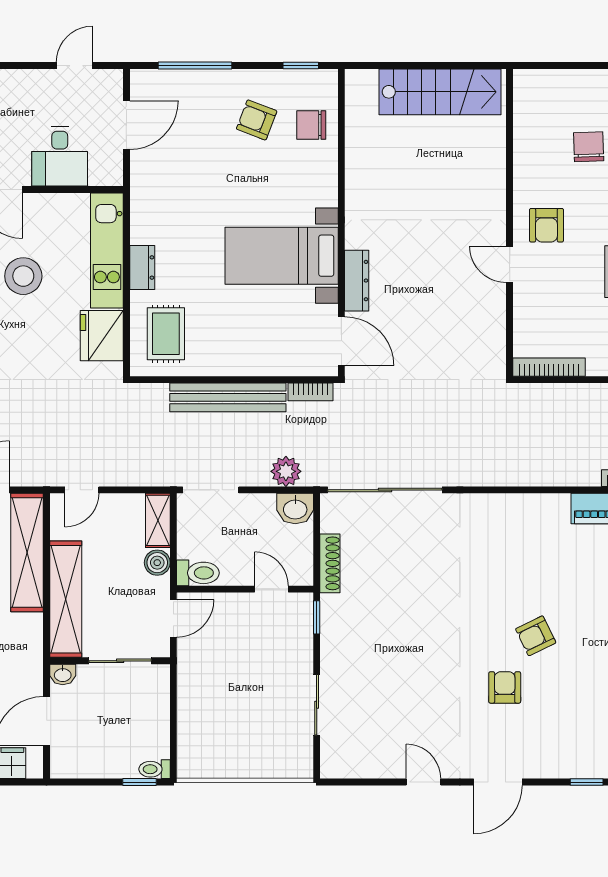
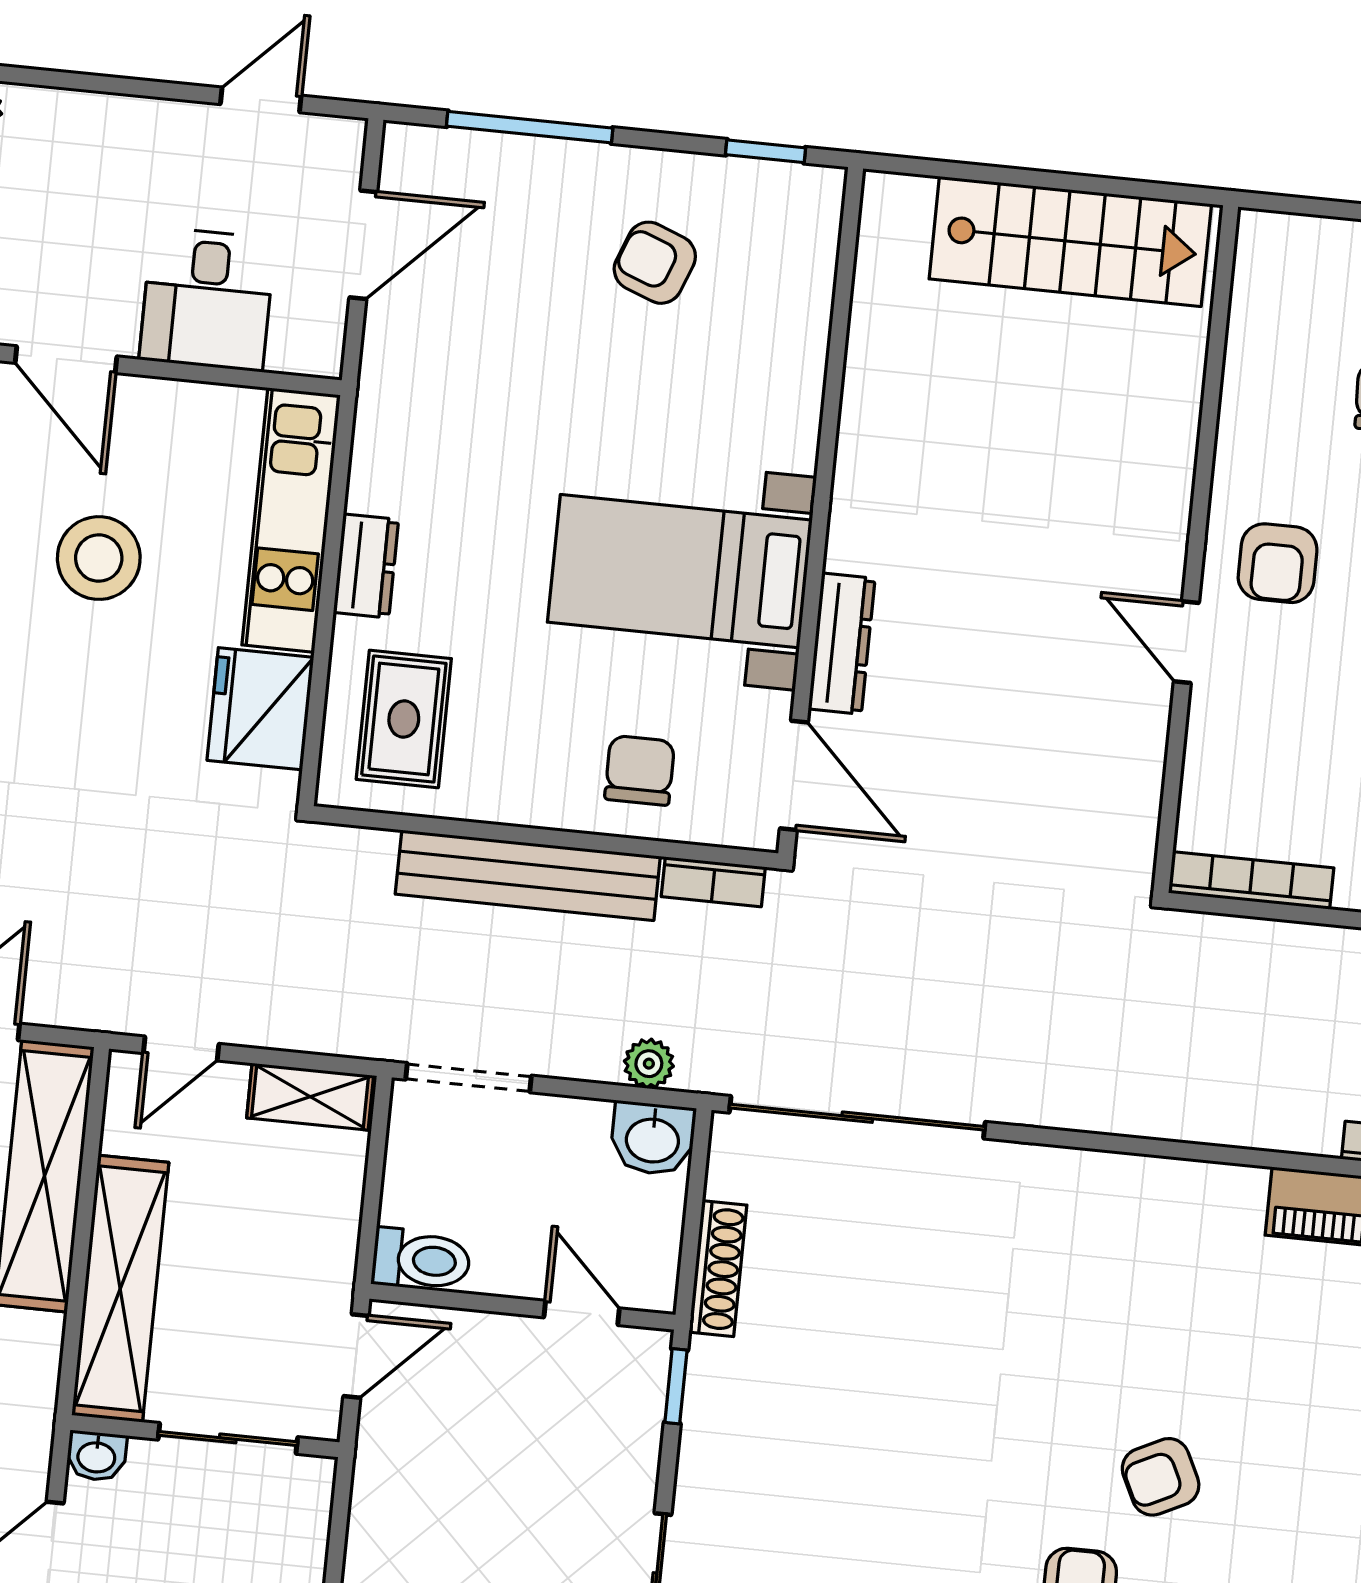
chair: (311, 125) -> (640, 770), moved, turned 90
plant: (286, 471) -> (649, 1064), width x0.73, depth x0.73
shelving: (158, 520) -> (310, 1097), moved, turned 90
boiler: (157, 563) -> (333, 1228), removed

